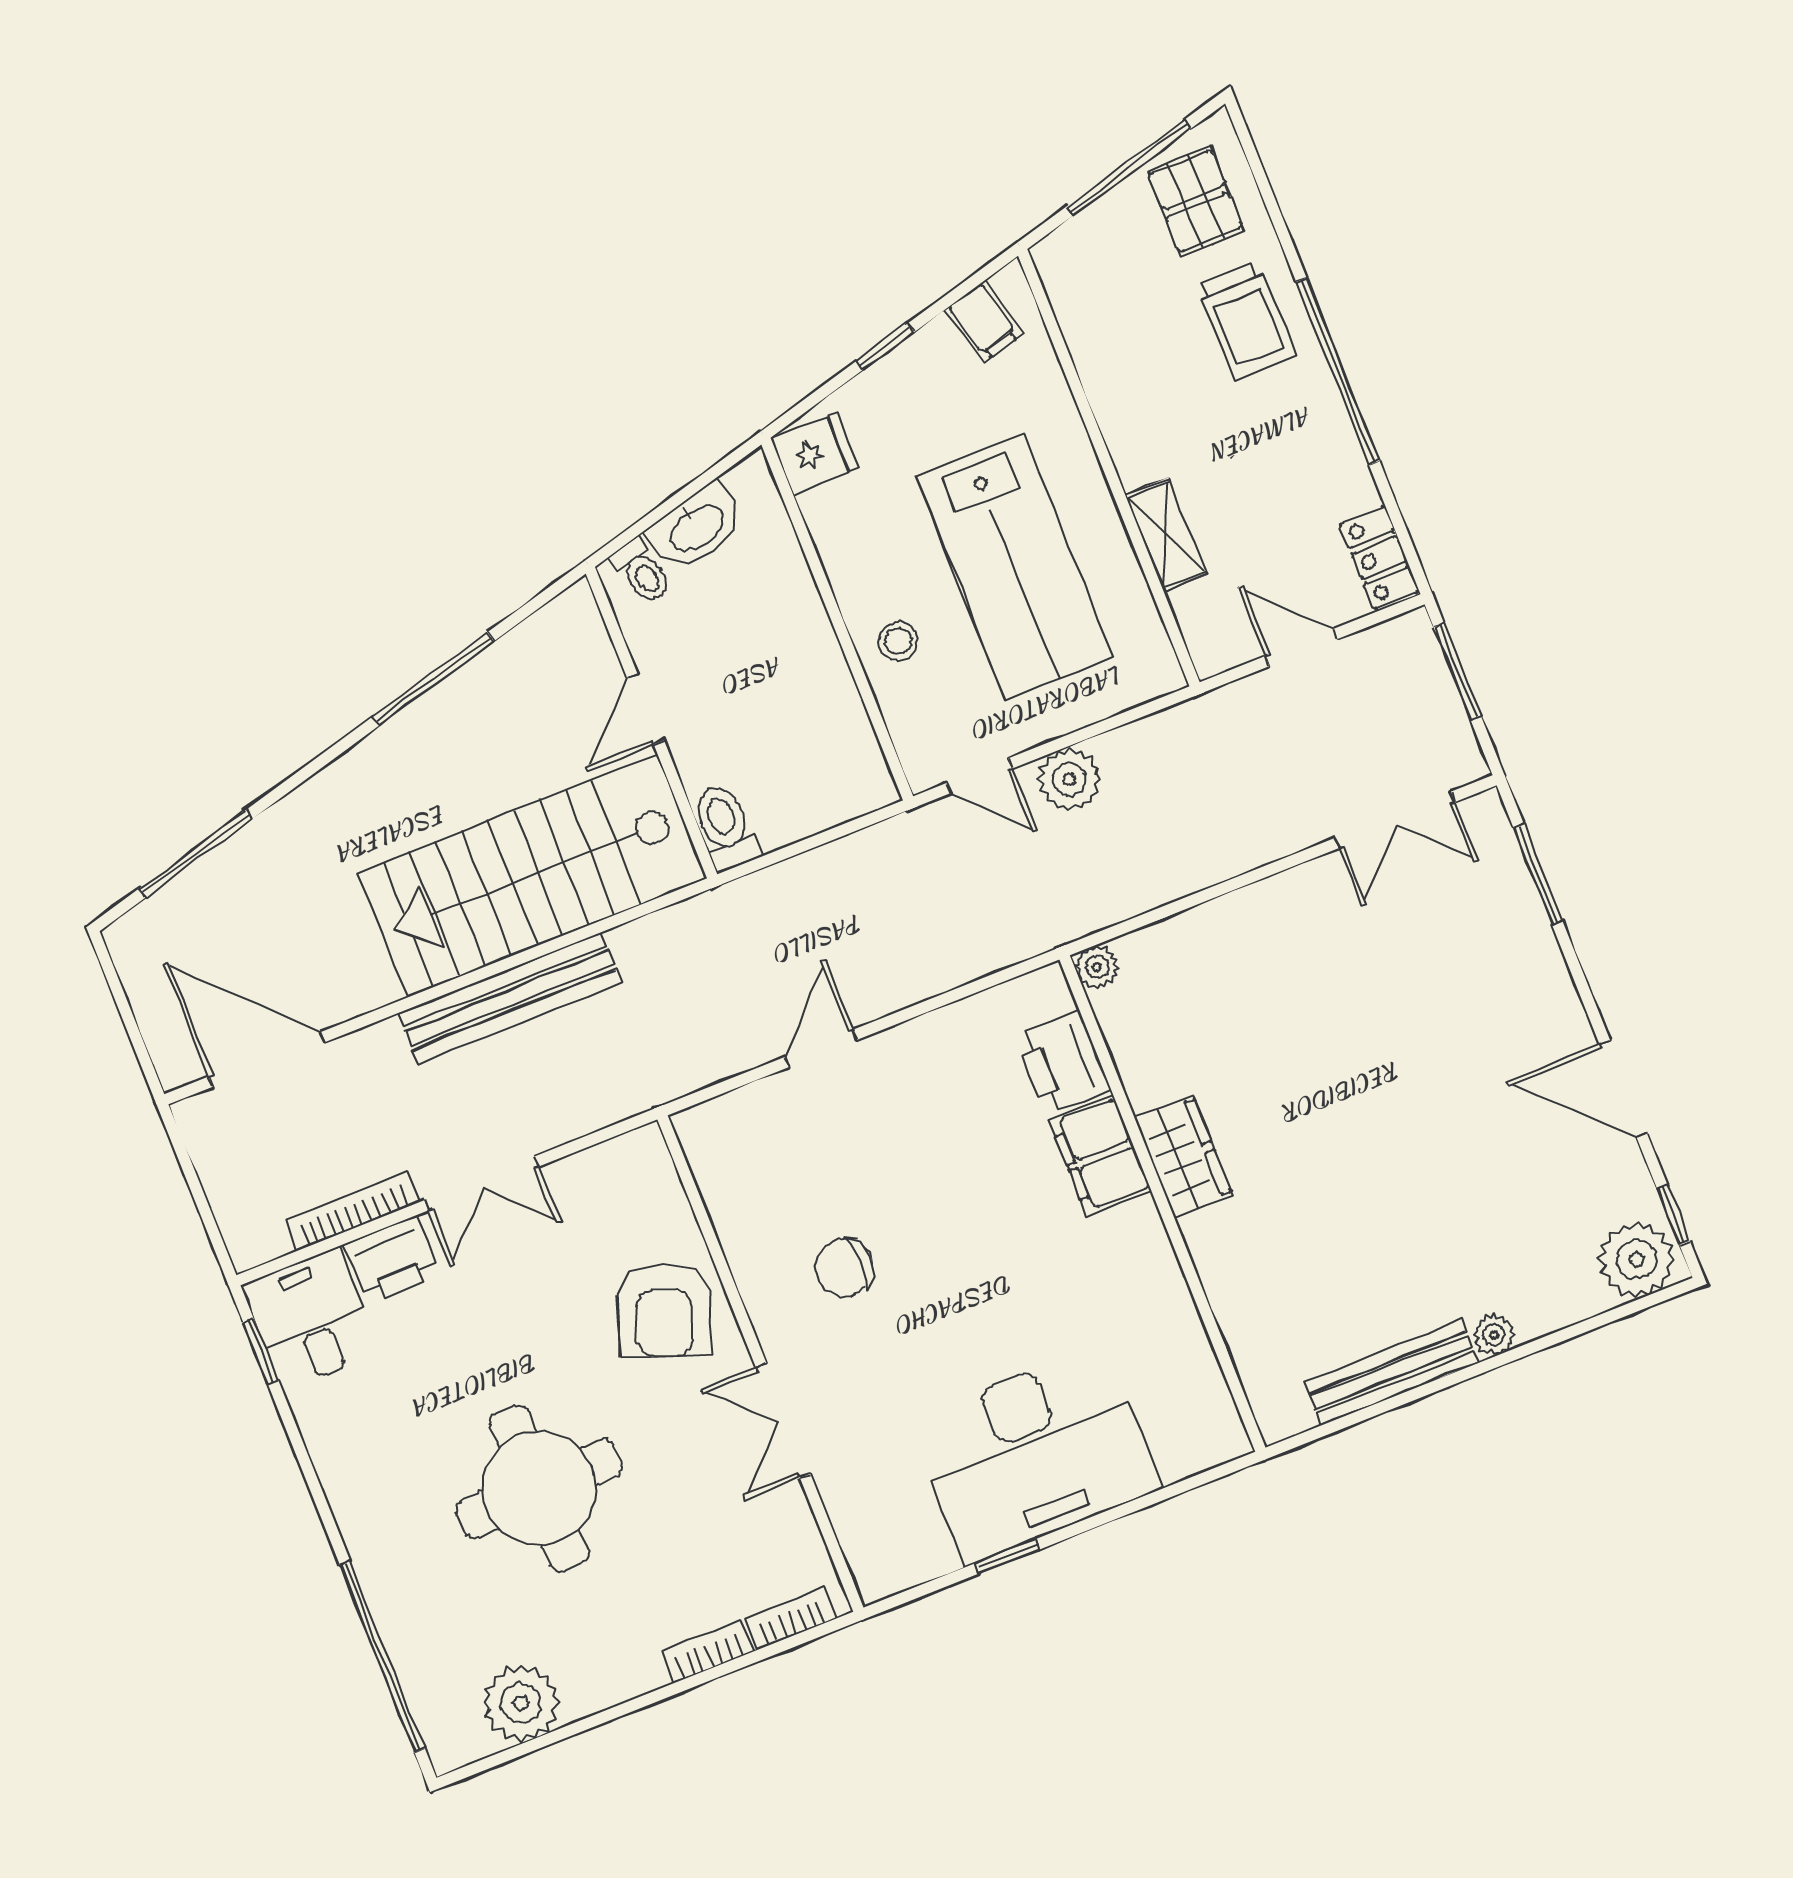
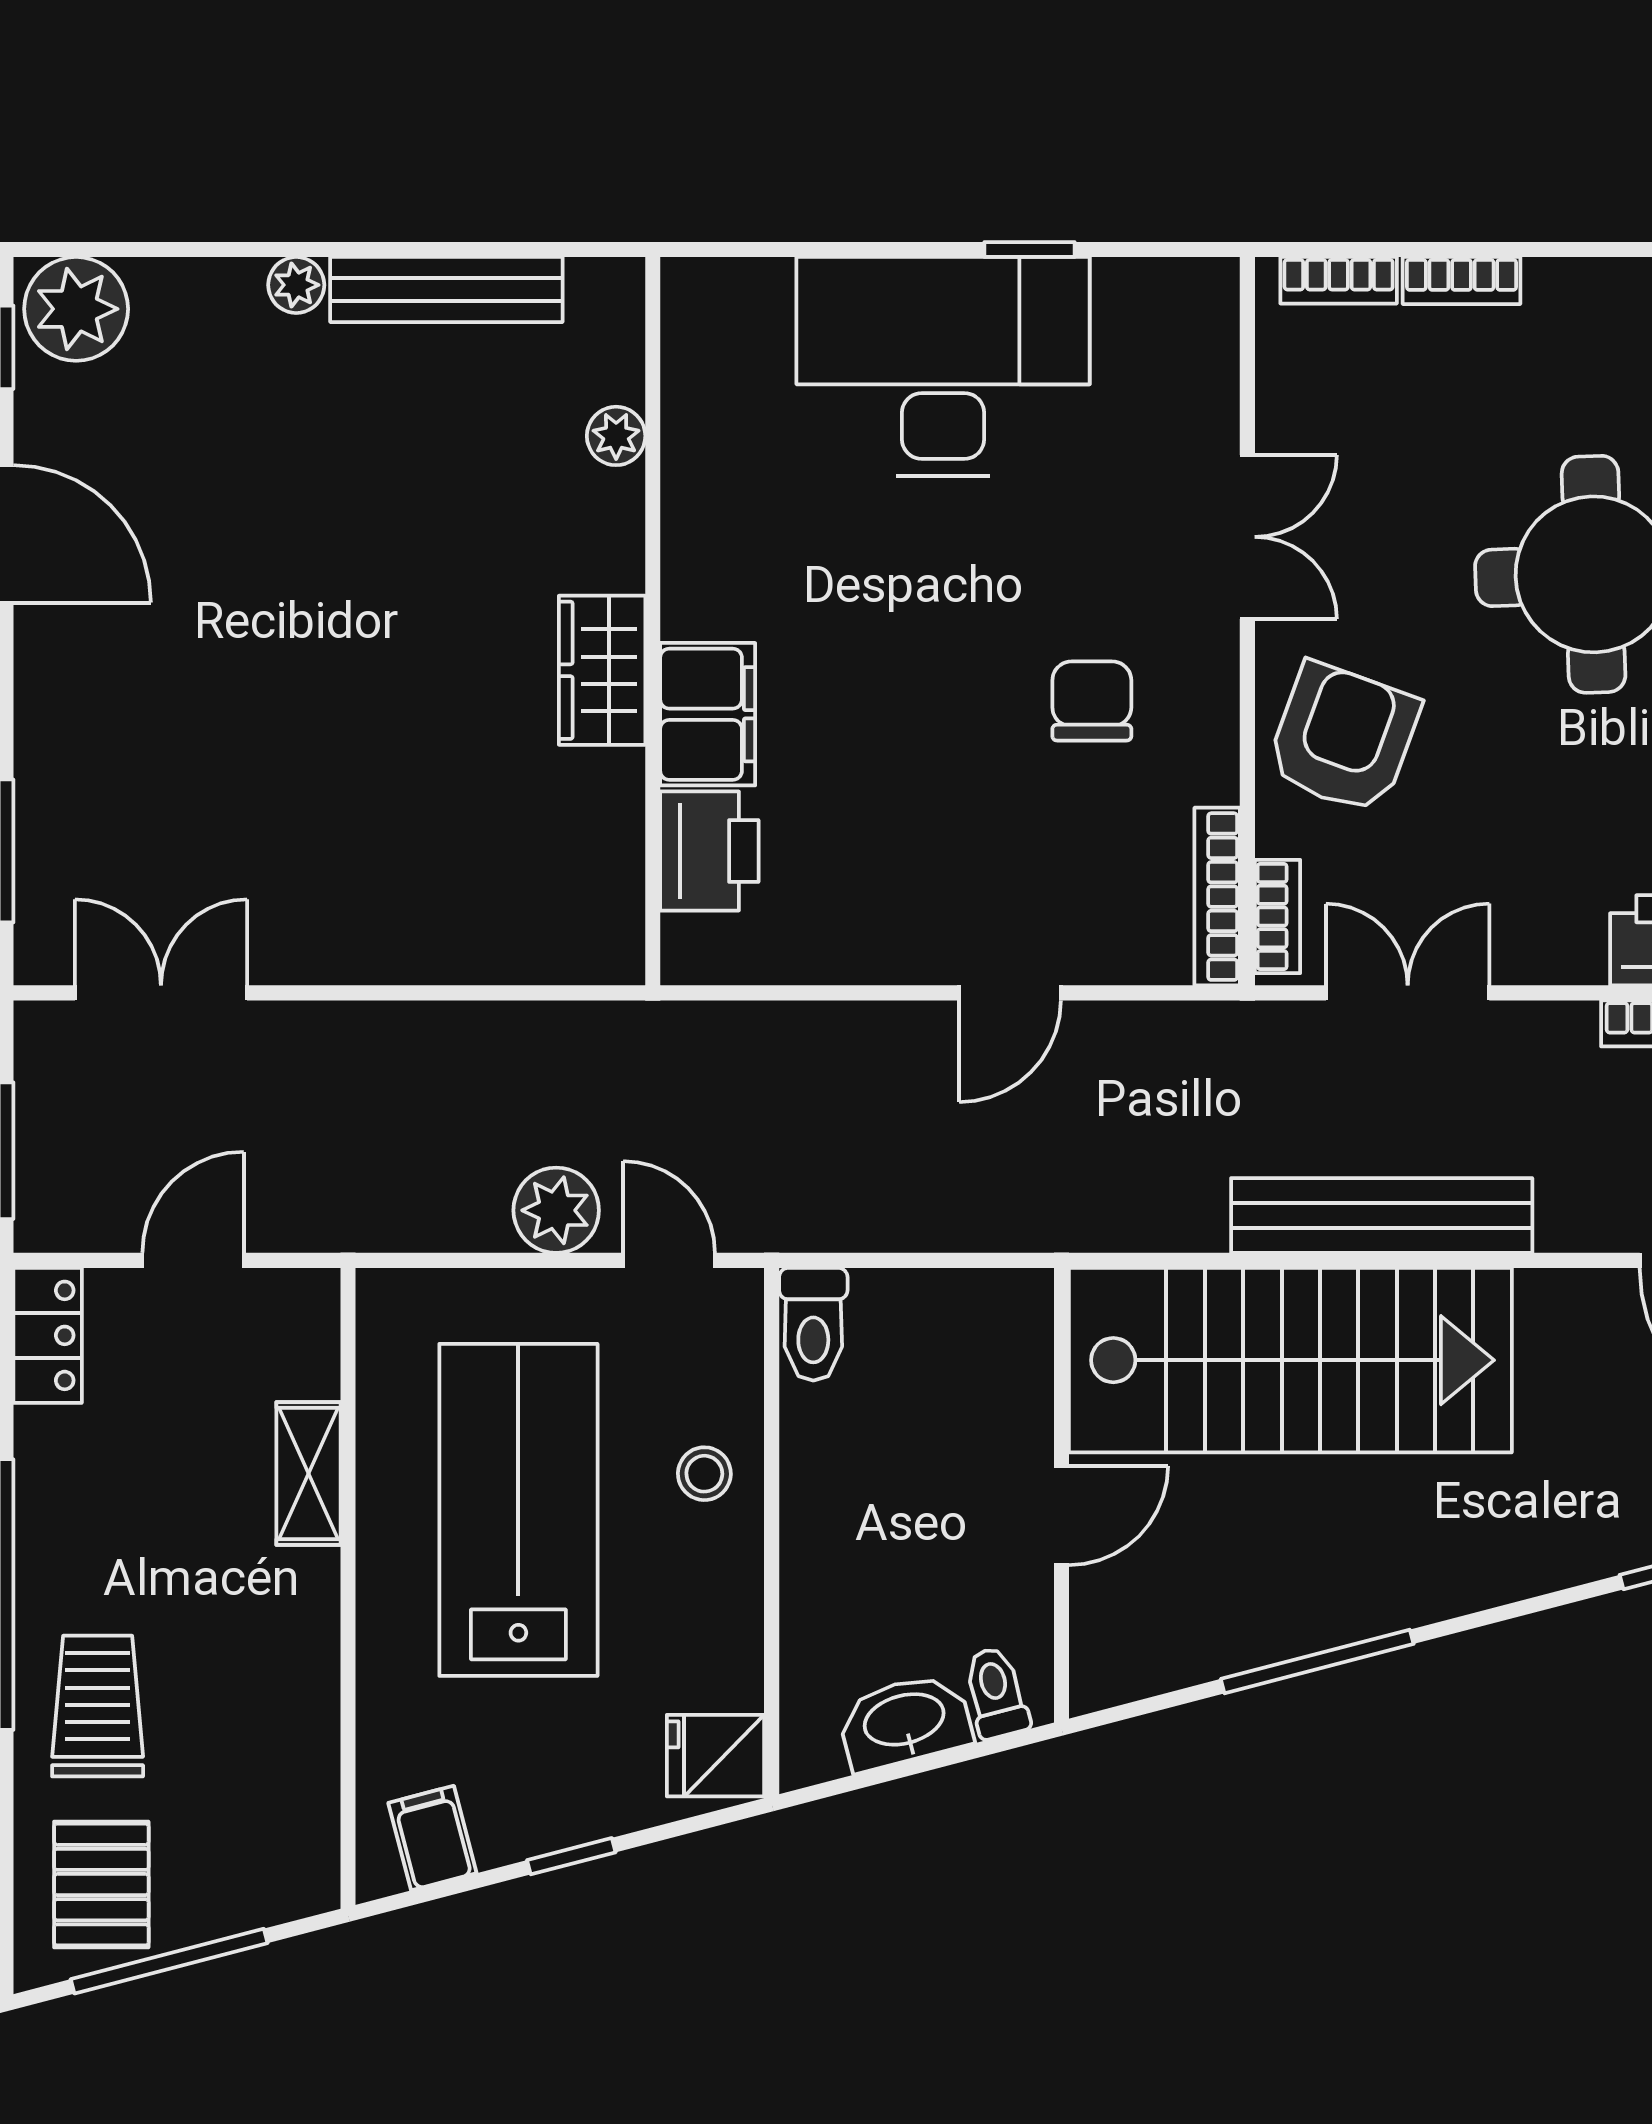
door: (1301, 648) -> (193, 1260), swing flipped
toilet: (725, 827) -> (813, 1324), moved
plant: (1097, 967) -> (616, 436), moved
bookcase: (707, 1169) -> (1217, 897), added
bookcase: (661, 1172) -> (1278, 917), added
double door: (482, 1183) -> (1408, 993), moved
chair: (844, 1268) -> (1092, 701), turned -90

